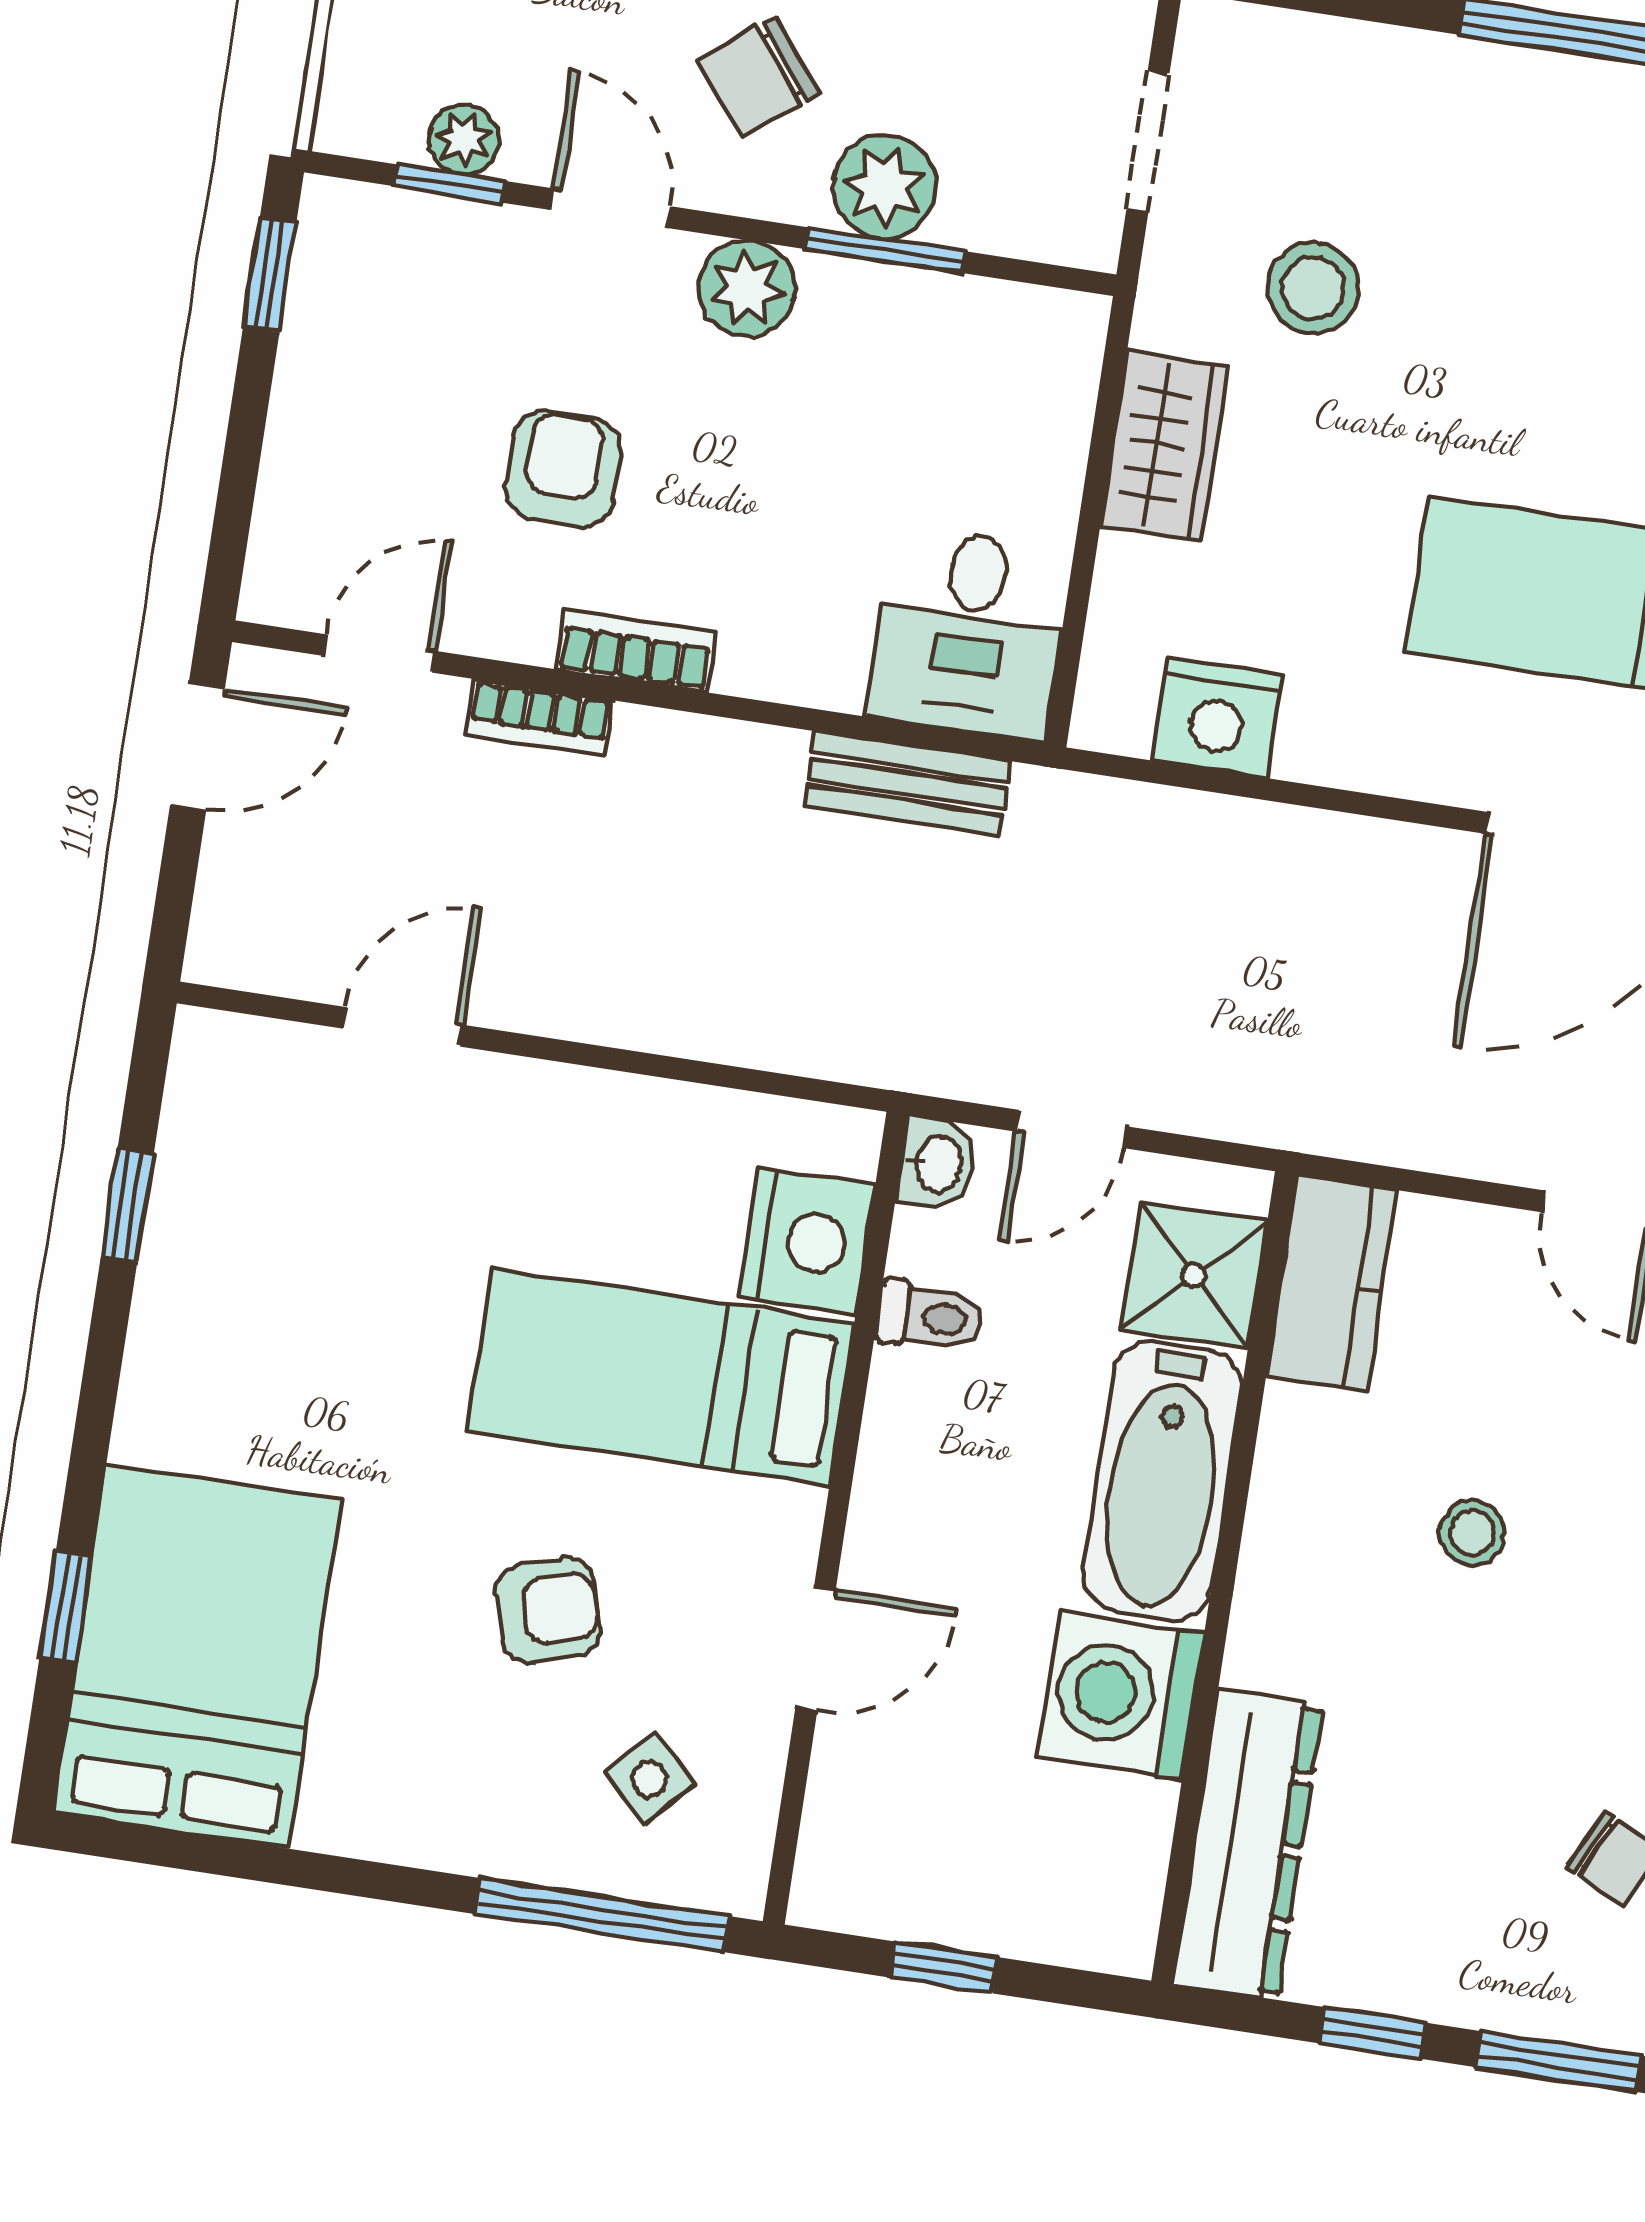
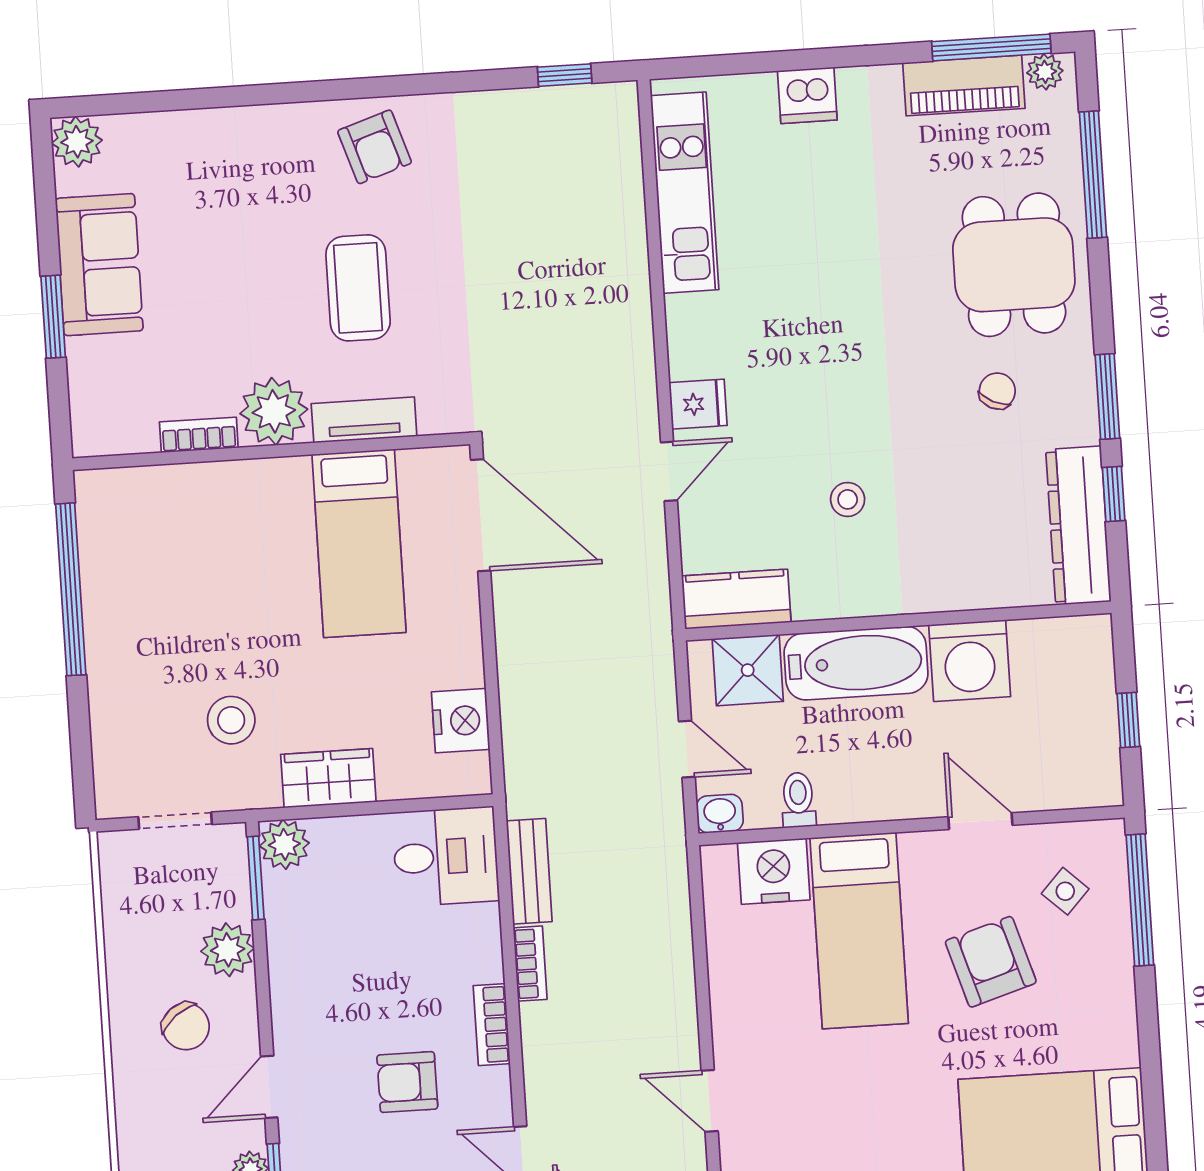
window: (886, 250) -> (256, 878), moved
plant: (747, 289) -> (284, 844), moved
bookcase: (539, 718) -> (530, 964), moved
armchair: (548, 1610) -> (991, 962), width x1.38, depth x1.38
dresser: (1248, 1844) -> (1078, 526), moved, turned -90

